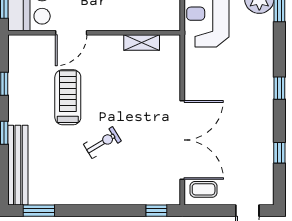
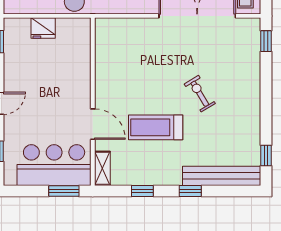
shelving: (142, 43) -> (102, 168), moved
window: (39, 211) -> (266, 155), width x0.67

